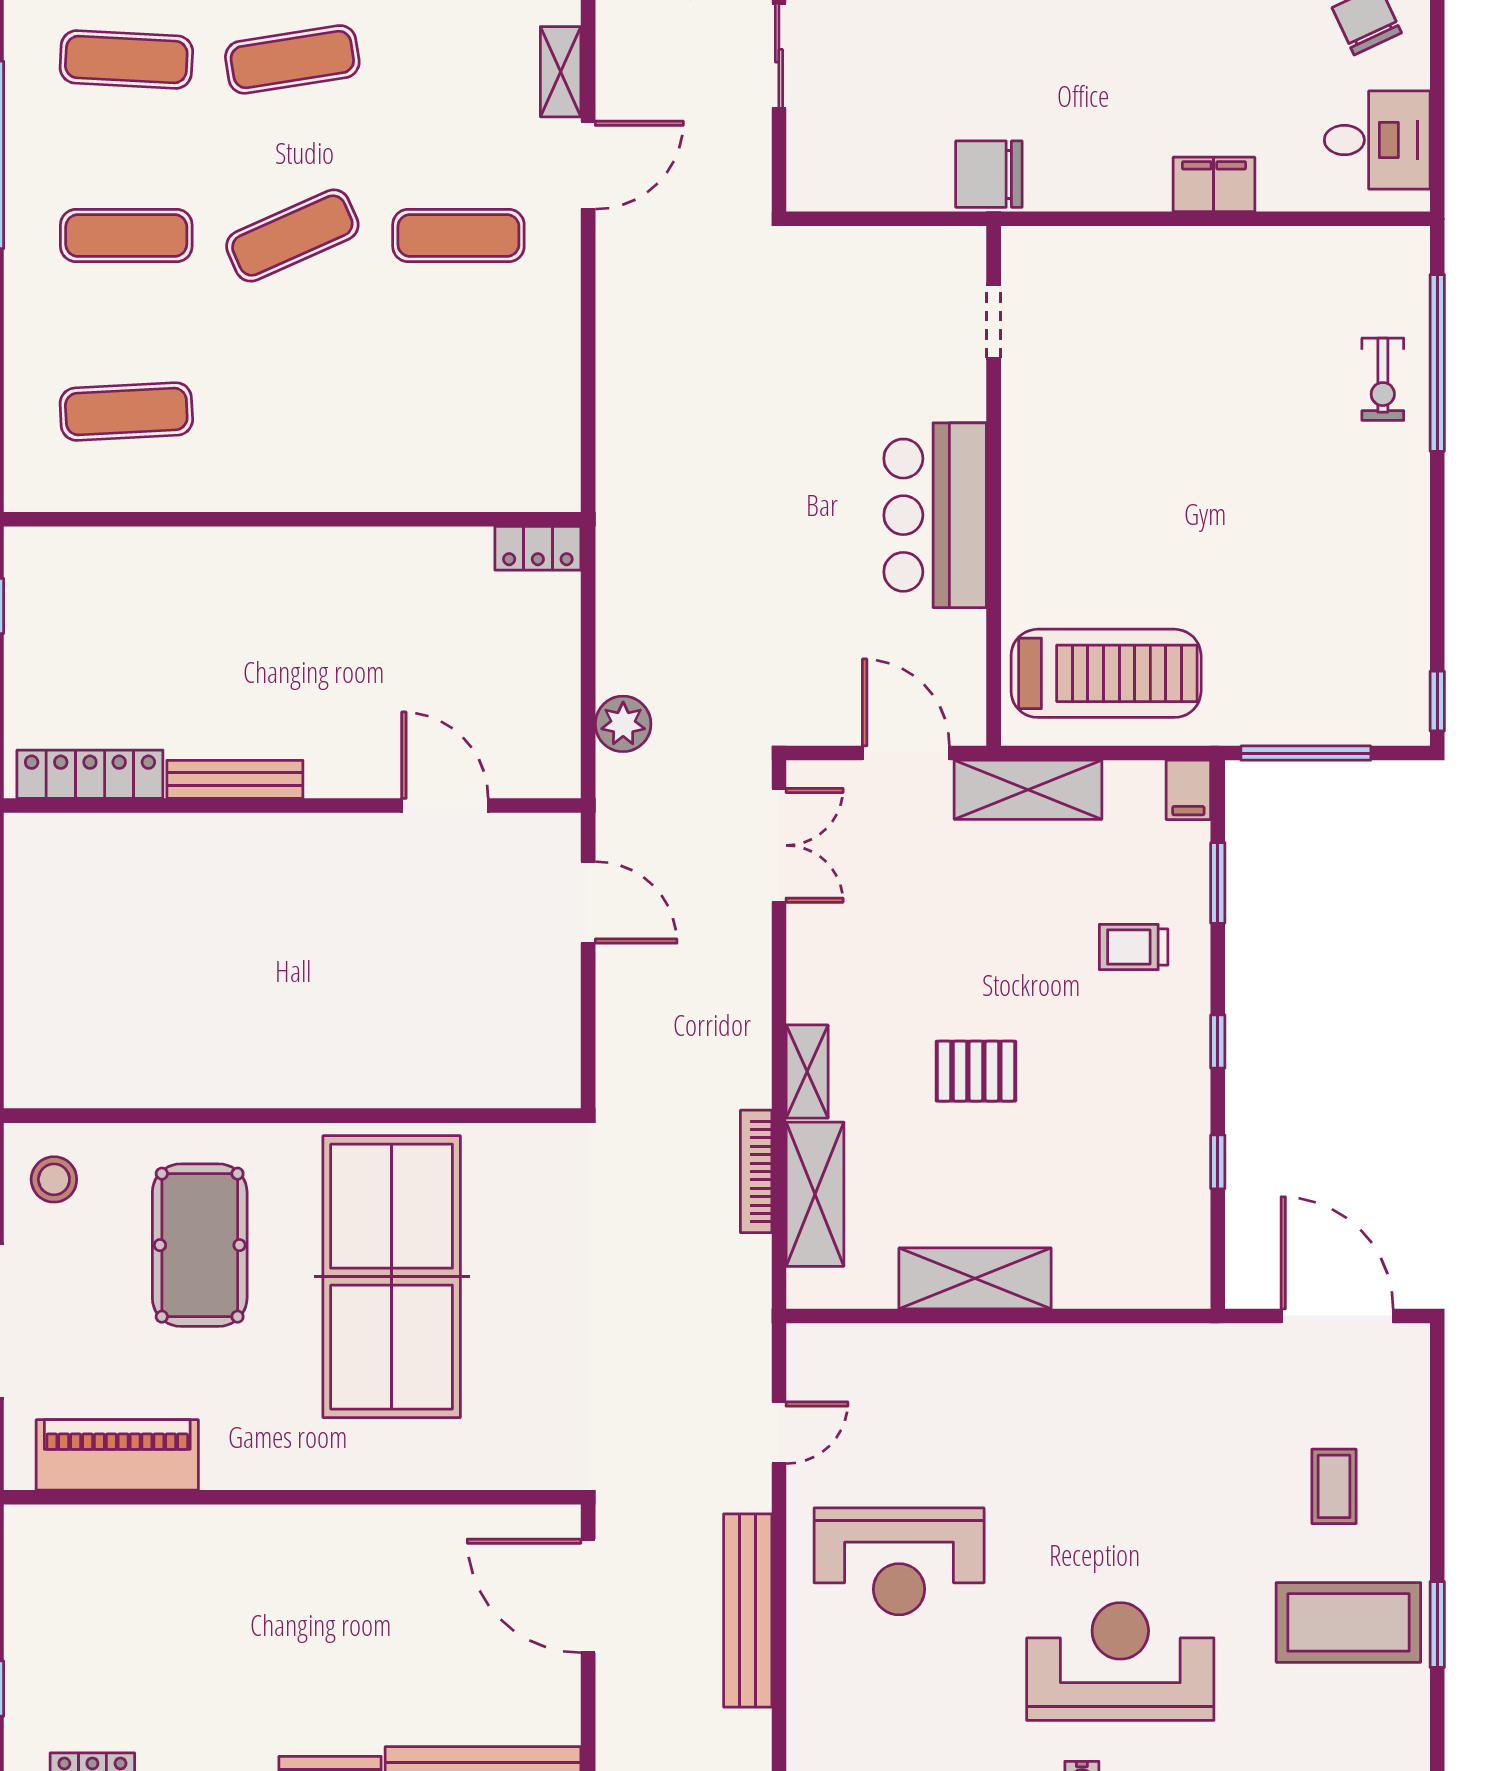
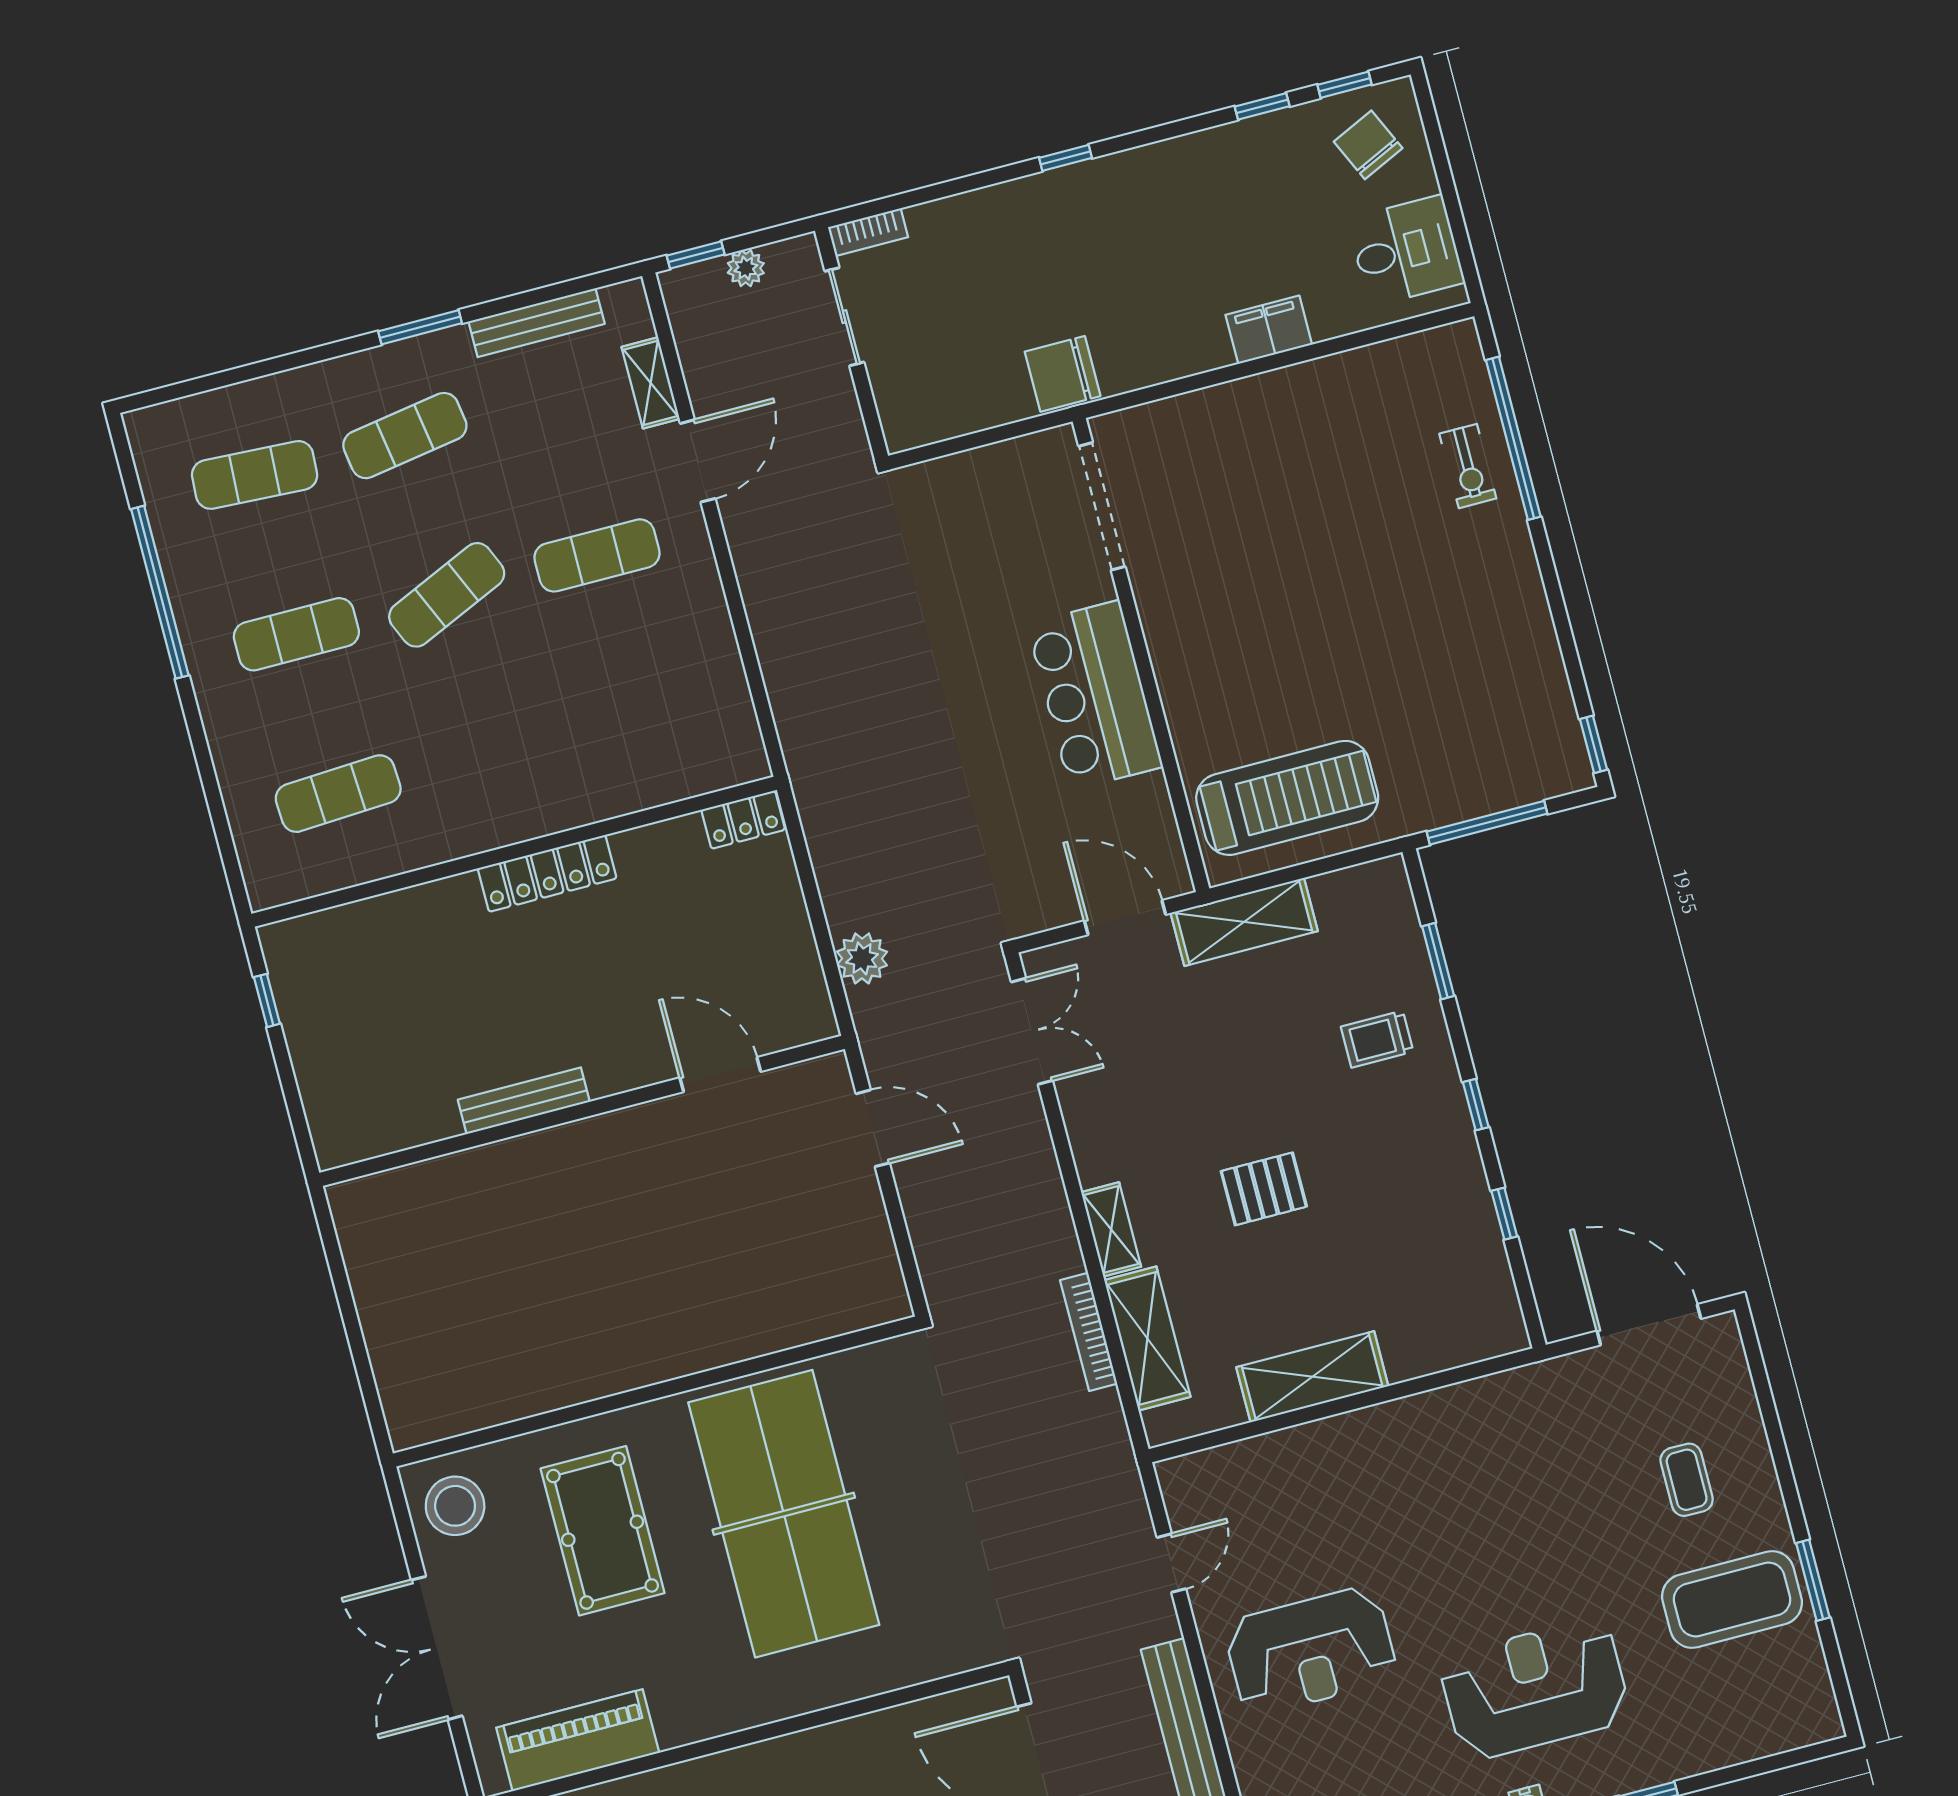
doorway: (994, 322) -> (1102, 506), width x1.88
locker: (90, 774) -> (547, 873), moved, turned 180
filing cabinet: (1188, 790) -> (1389, 884), removed
stool: (54, 1179) -> (455, 1506), width x1.38, depth x1.38

